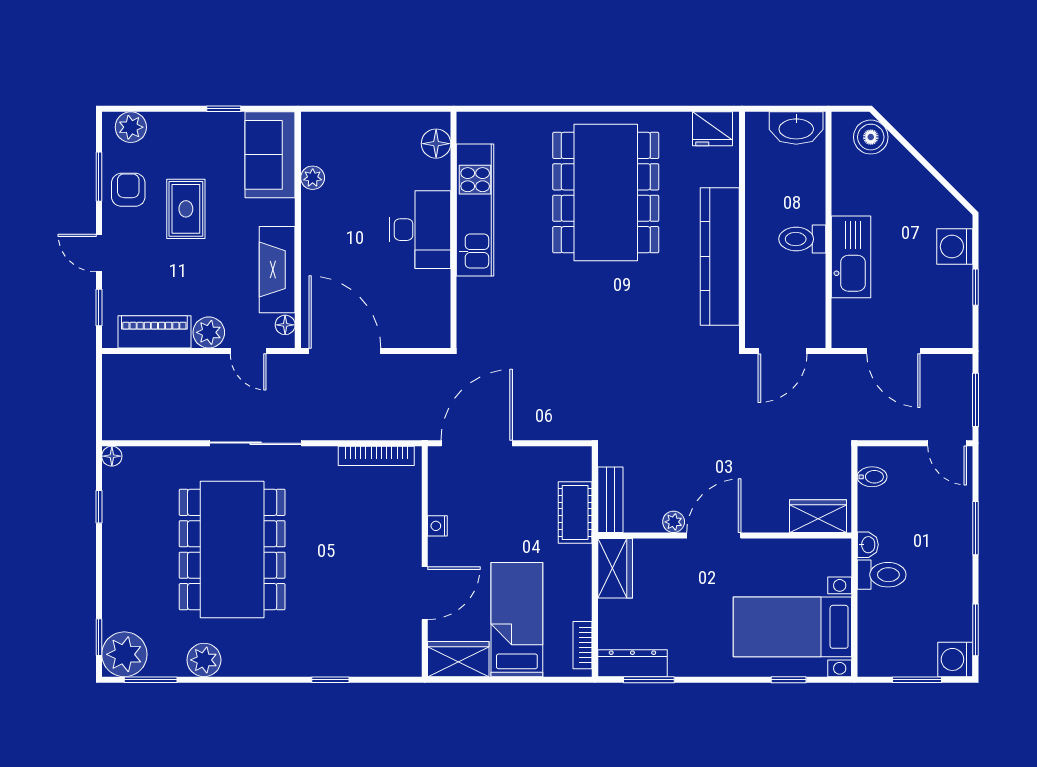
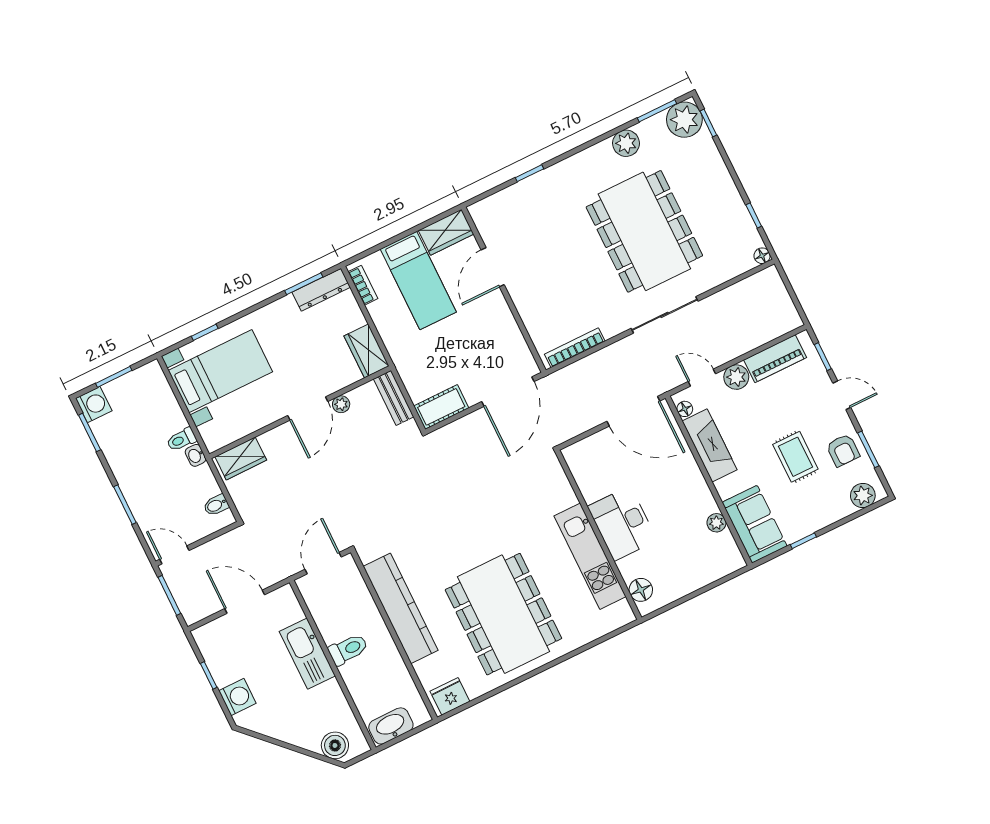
cot: (575, 512) -> (441, 407), moved, turned 90
nightstand: (437, 526) -> (507, 319), removed
toilet: (882, 575) -> (181, 439), width x0.73, depth x0.72

